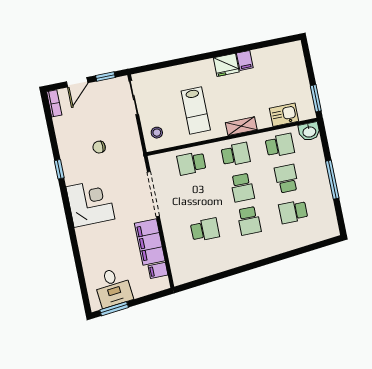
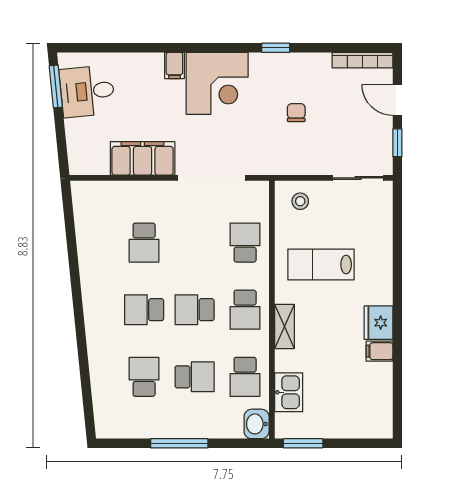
bookcase: (54, 103) -> (362, 60), width x1.56
filing cabinet: (158, 270) -> (174, 65), moved, turned 180

